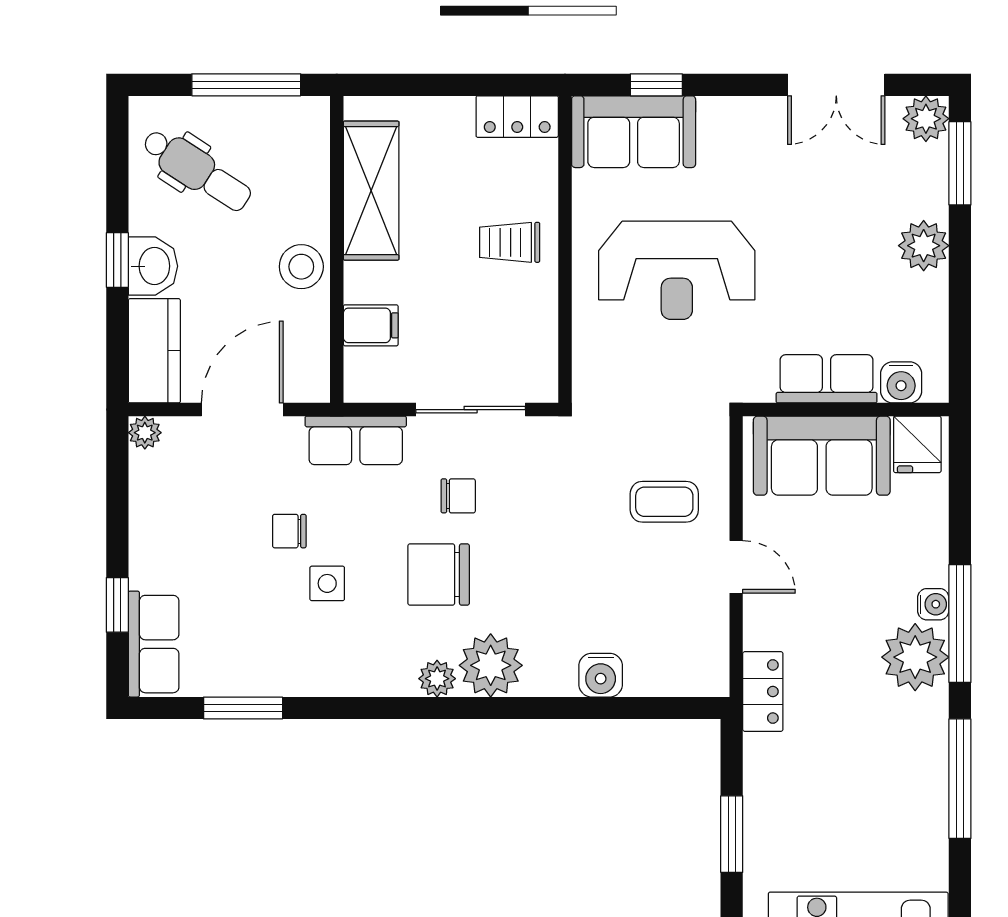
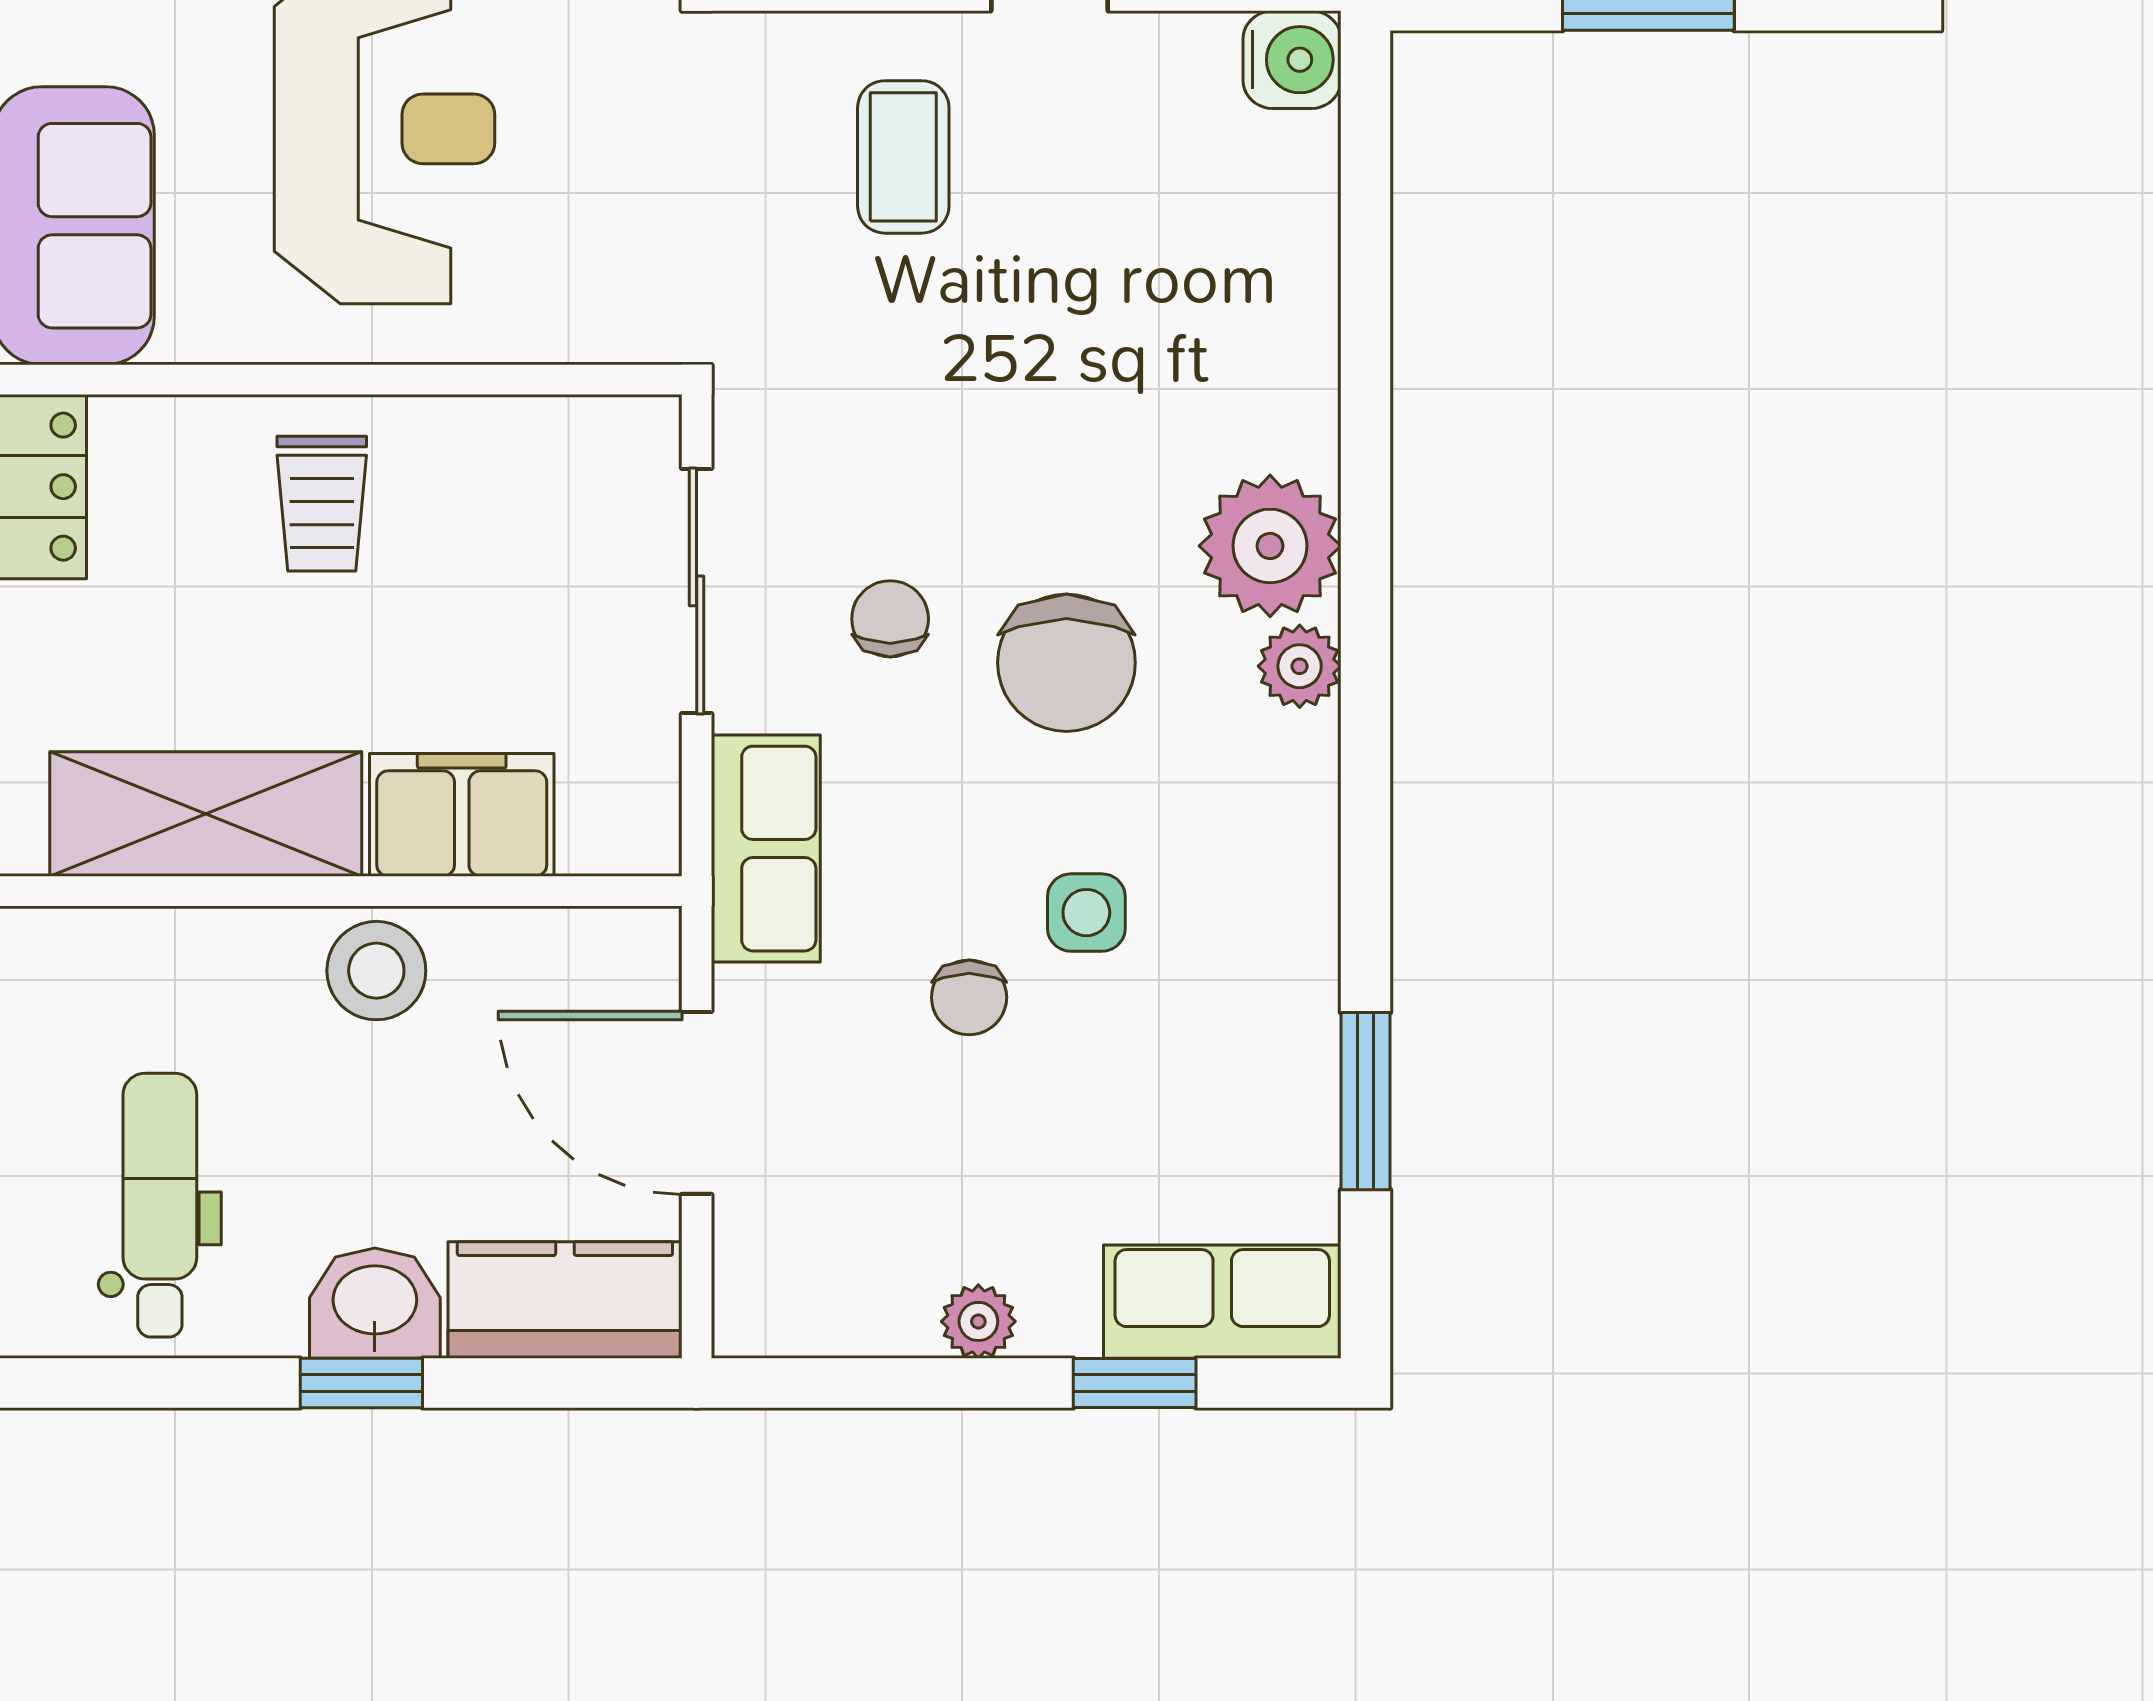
dental chair: (197, 170) -> (160, 1205), turned -33
filing cabinet: (371, 325) -> (462, 815), width x2.00
plant: (145, 433) -> (978, 1321), moved
water cooler: (601, 675) -> (1292, 60), moved

